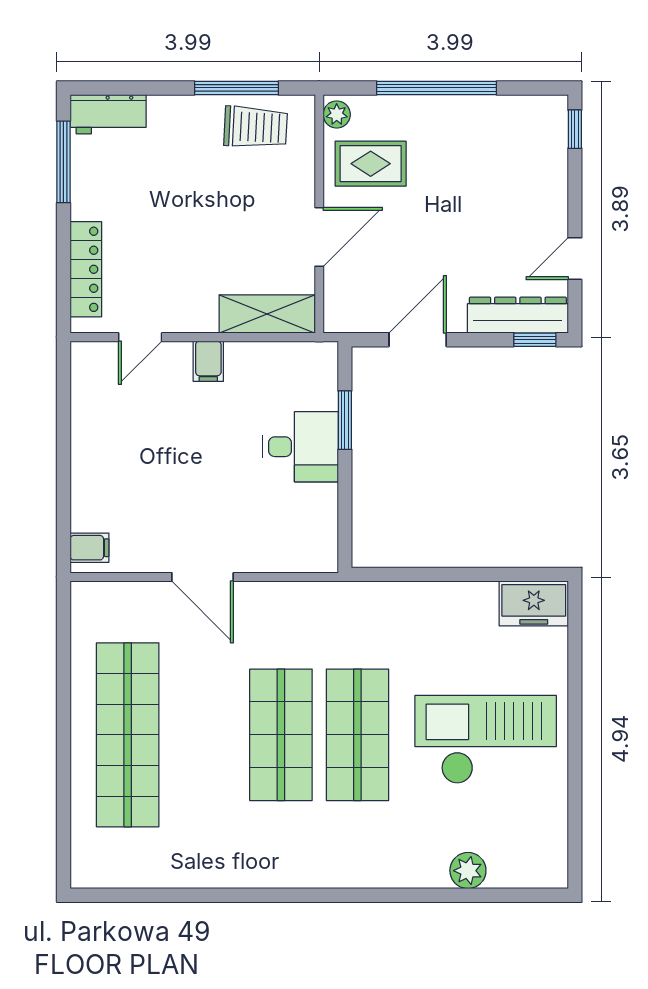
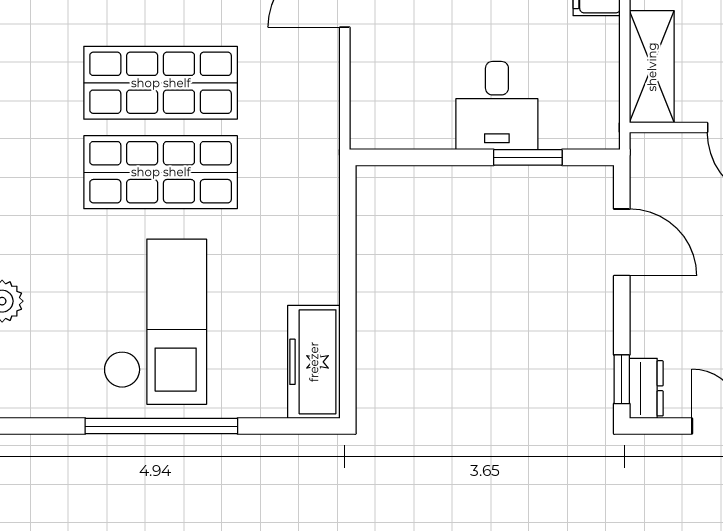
dresser: (518, 315) -> (646, 388), width x0.51, depth x0.80
freezer: (534, 603) -> (314, 362), width x1.40
window: (575, 734) -> (161, 426), added

